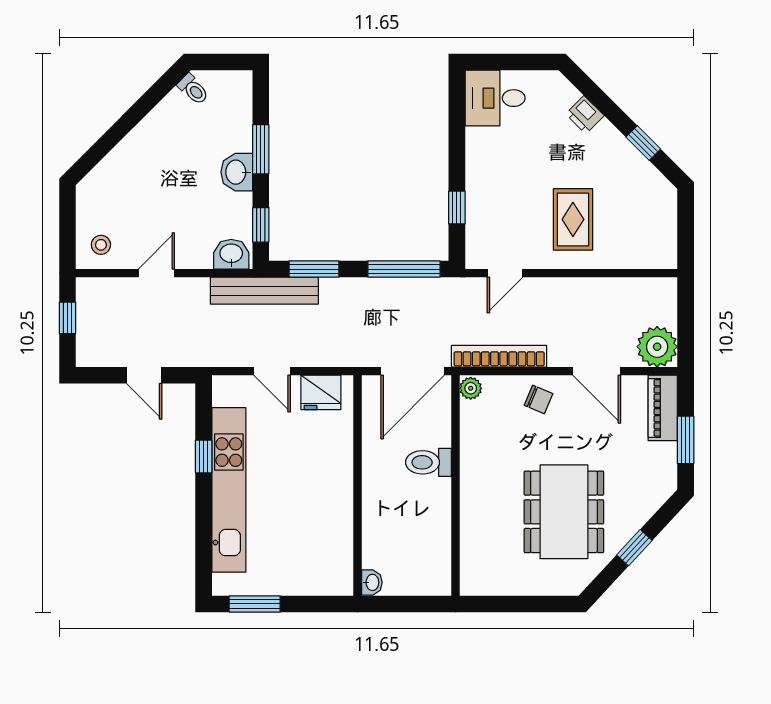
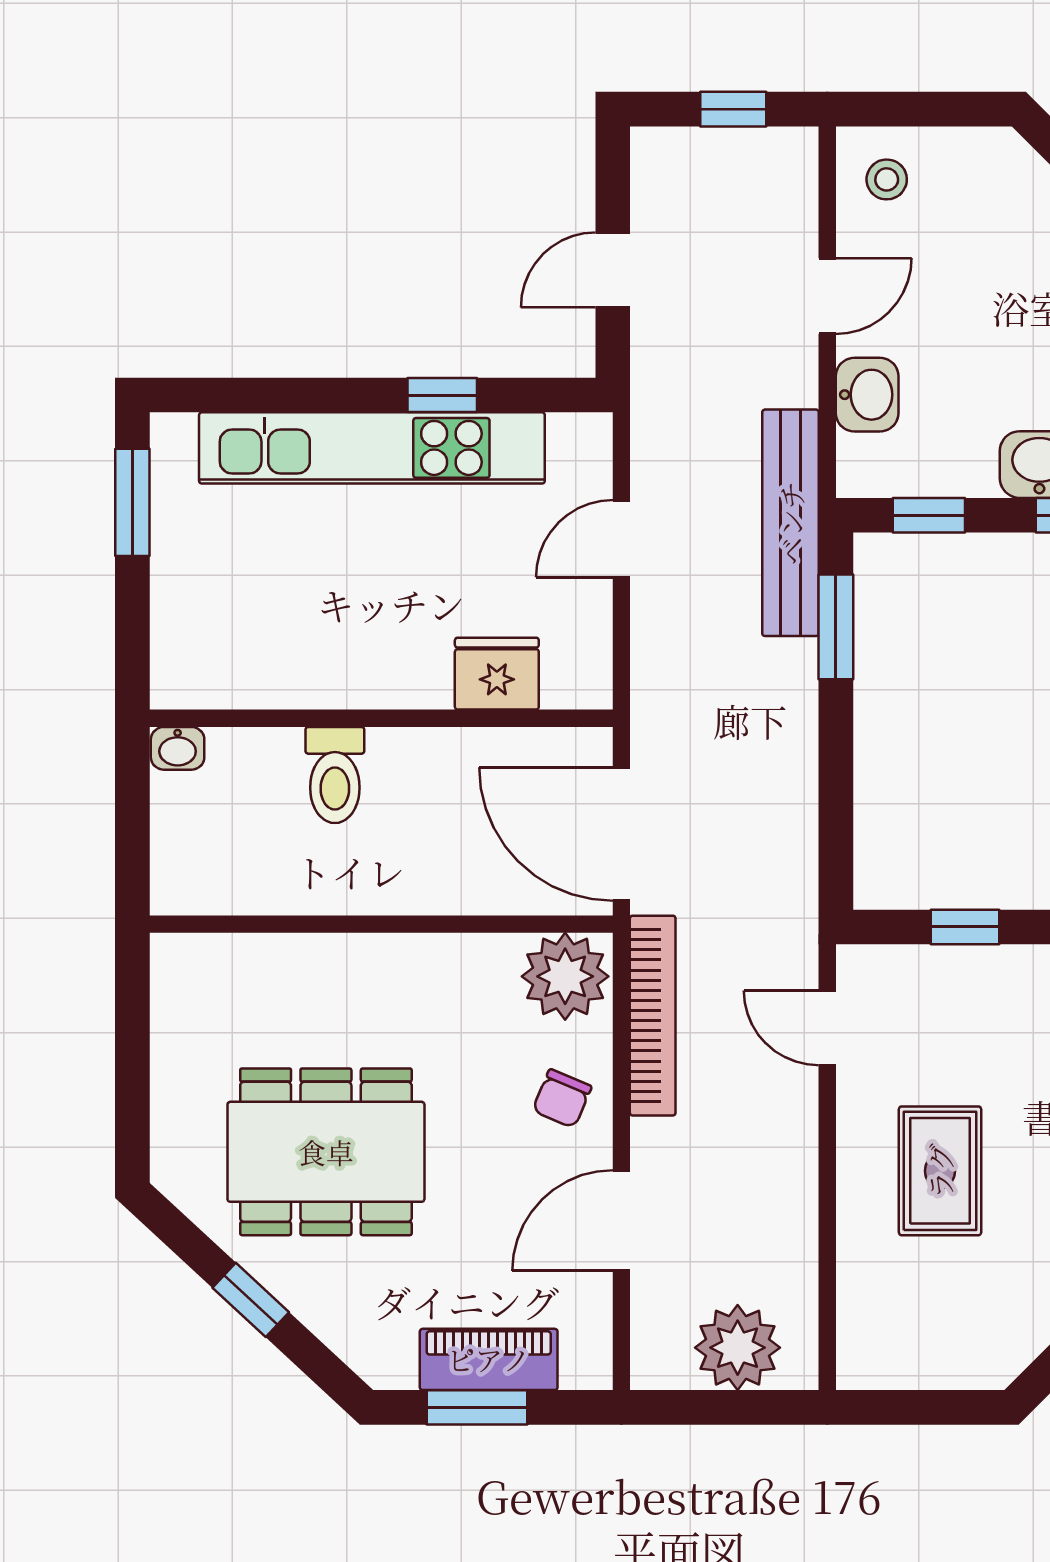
rug: (573, 219) -> (940, 1171), turned 90
washbasin: (231, 254) -> (867, 395), moved
window: (404, 269) -> (836, 816), removed
door: (156, 273) -> (827, 296), hinge flipped
plant: (657, 347) -> (738, 1348), moved
plant: (471, 388) -> (565, 976), width x1.87, depth x1.87
fridge: (321, 392) -> (497, 674), moved, turned 90
piano: (663, 408) -> (489, 1359), moved
toilet: (428, 462) -> (335, 775), moved, turned 180

